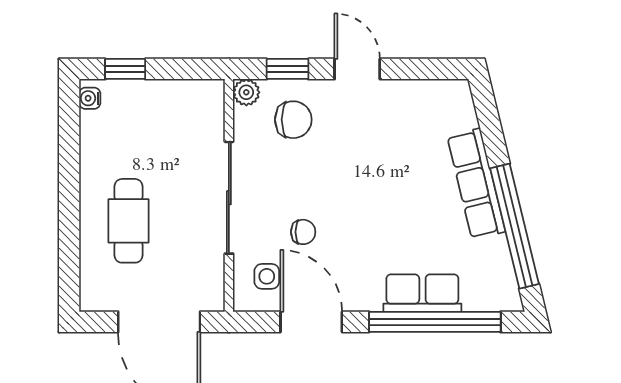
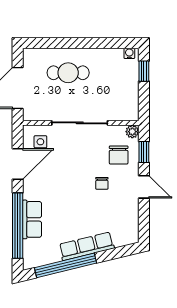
door: (357, 69) -> (144, 187), hinge flipped
chair: (303, 232) -> (102, 183), moved

